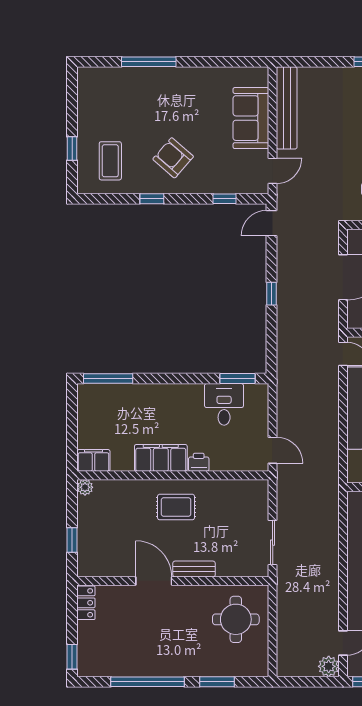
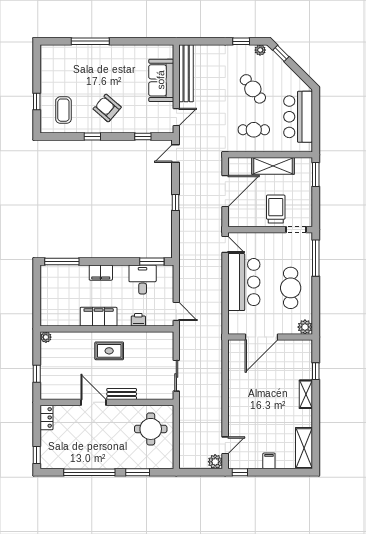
filing cabinet: (93, 460) -> (101, 273), moved, turned 180
printer: (199, 462) -> (138, 320), moved

